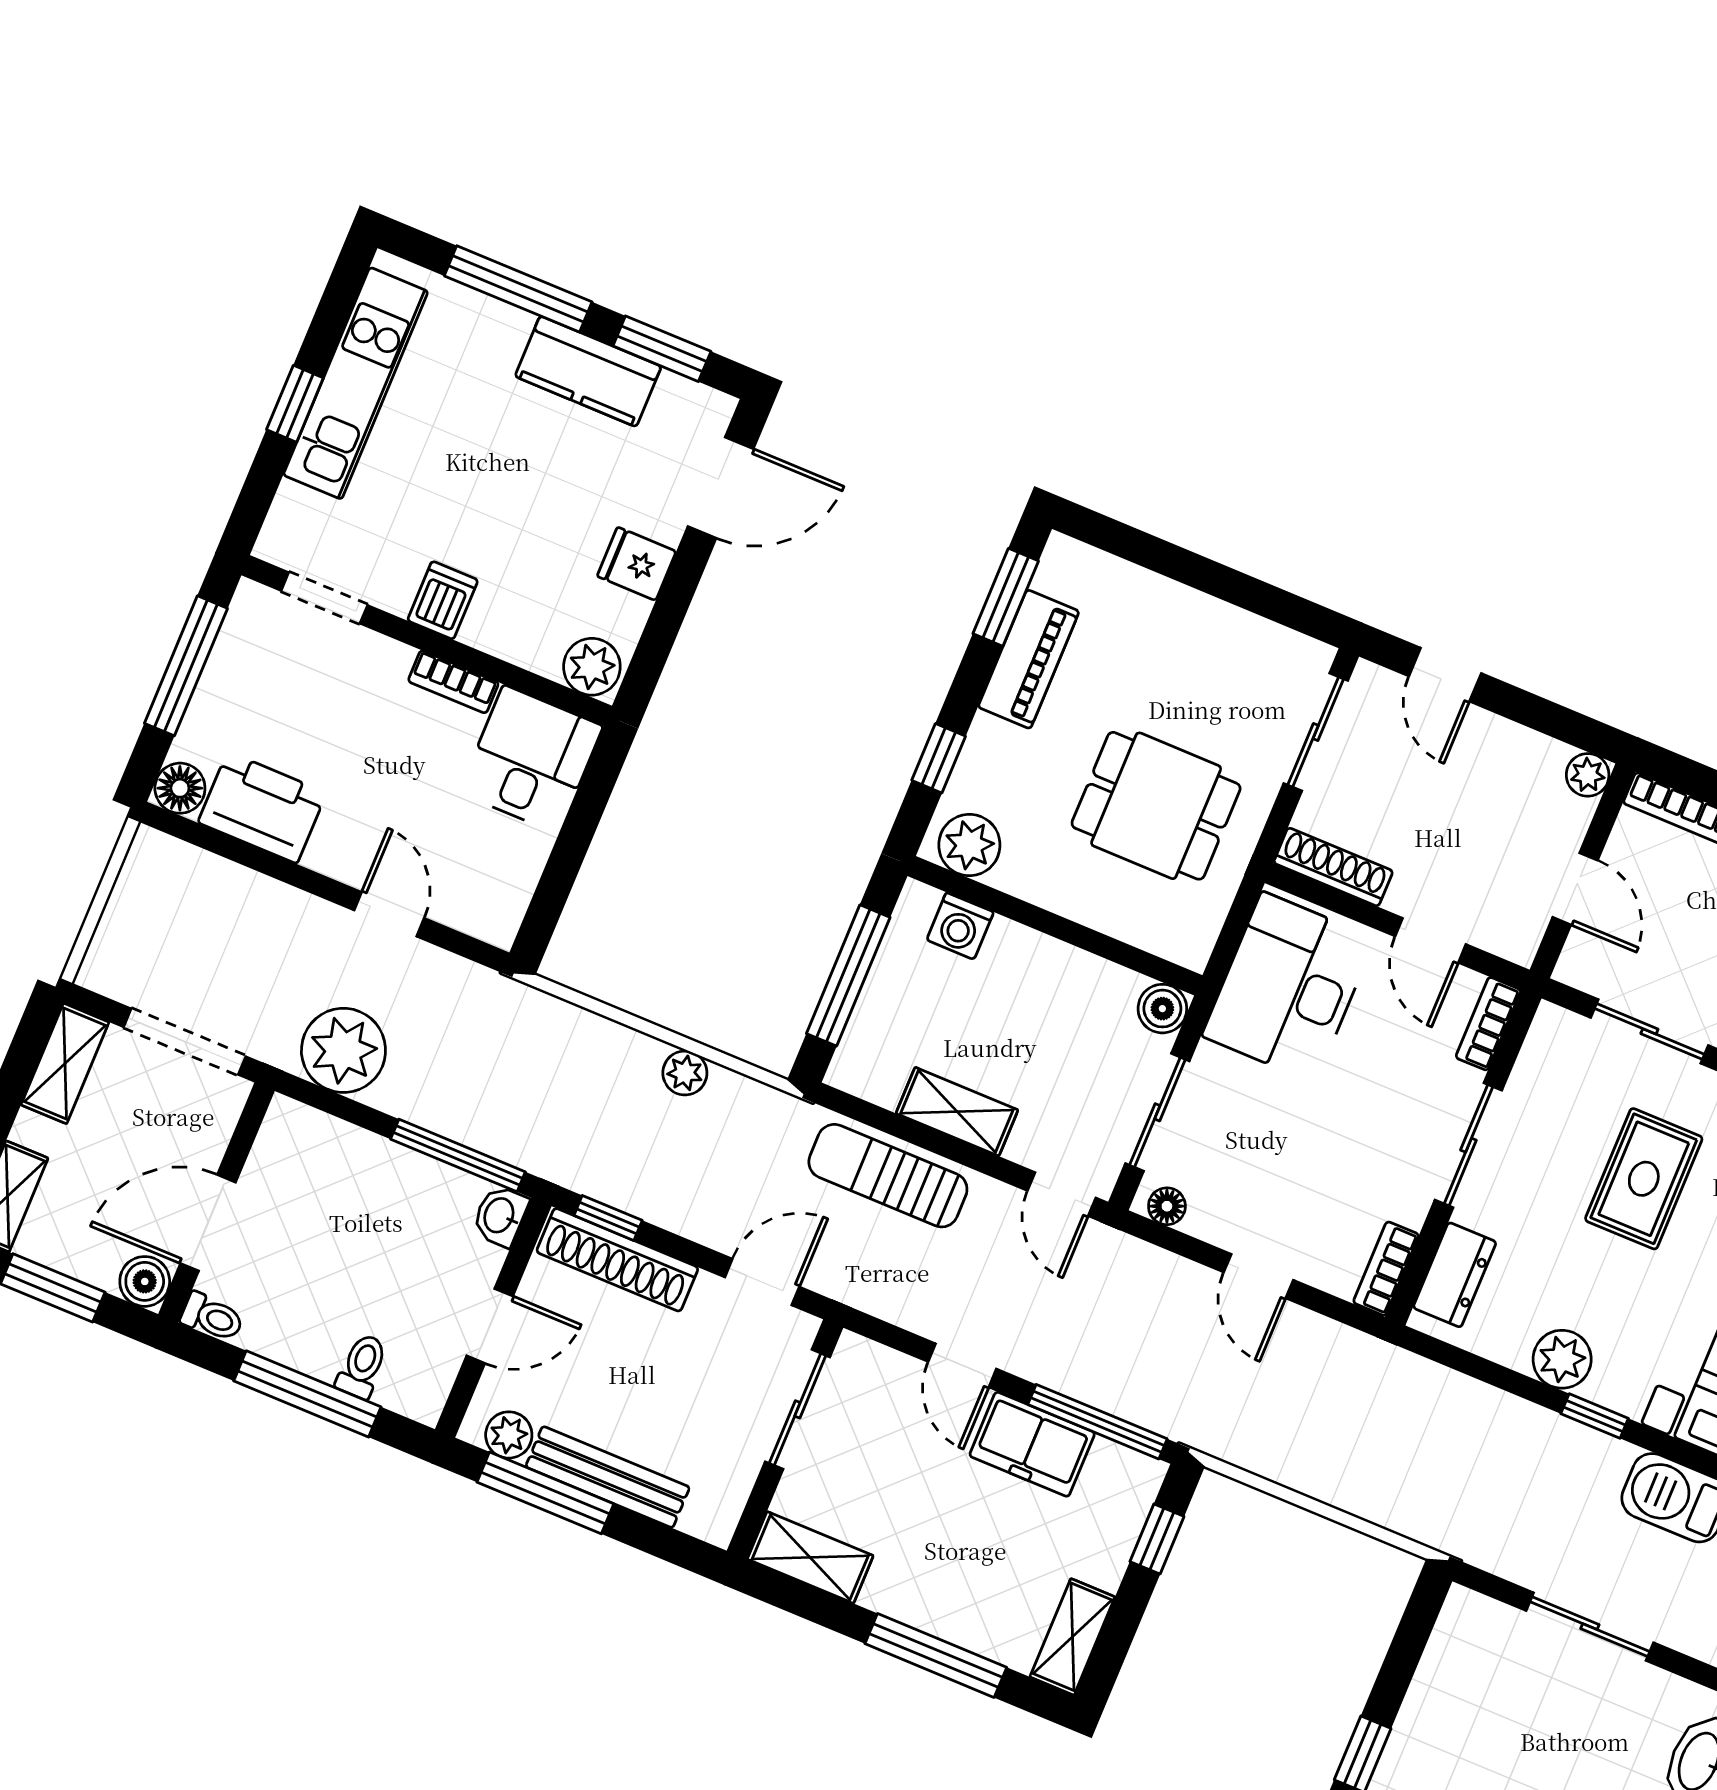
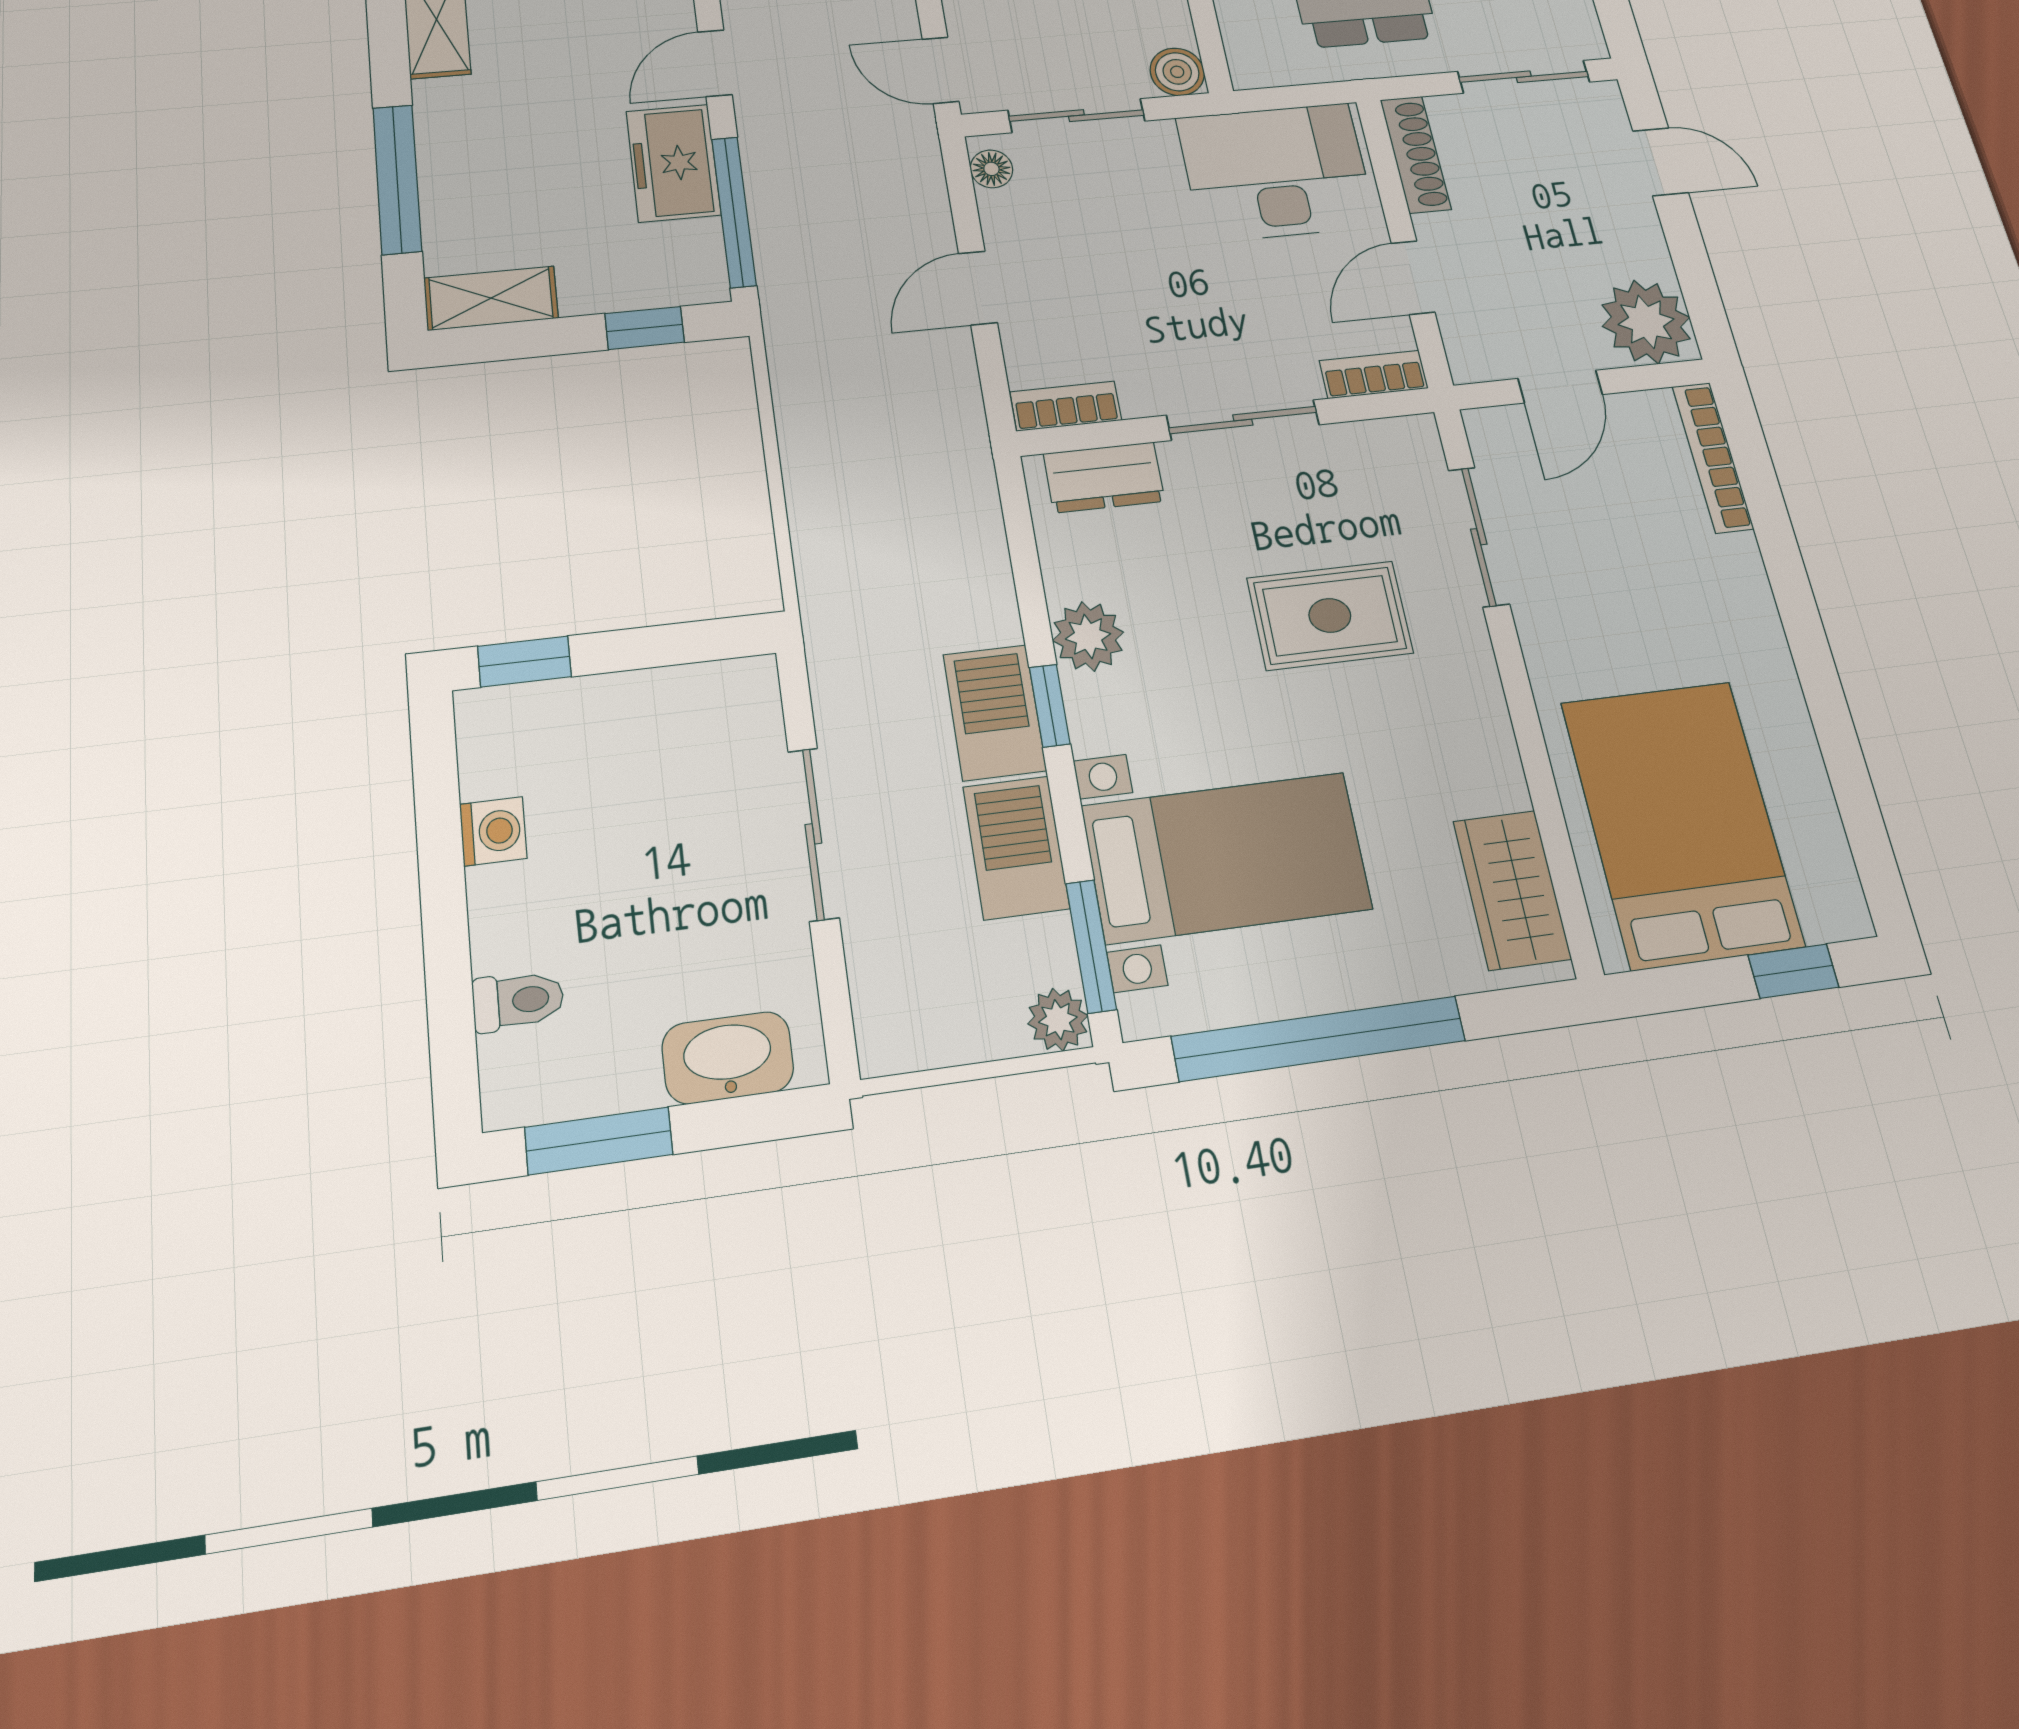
door: (1445, 675) -> (1661, 162), swing flipped
plant: (1588, 775) -> (1646, 322), width x1.88, depth x1.88
door: (1062, 1194) -> (941, 70), hinge flipped
barbecue: (1578, 1457) -> (994, 712), added

